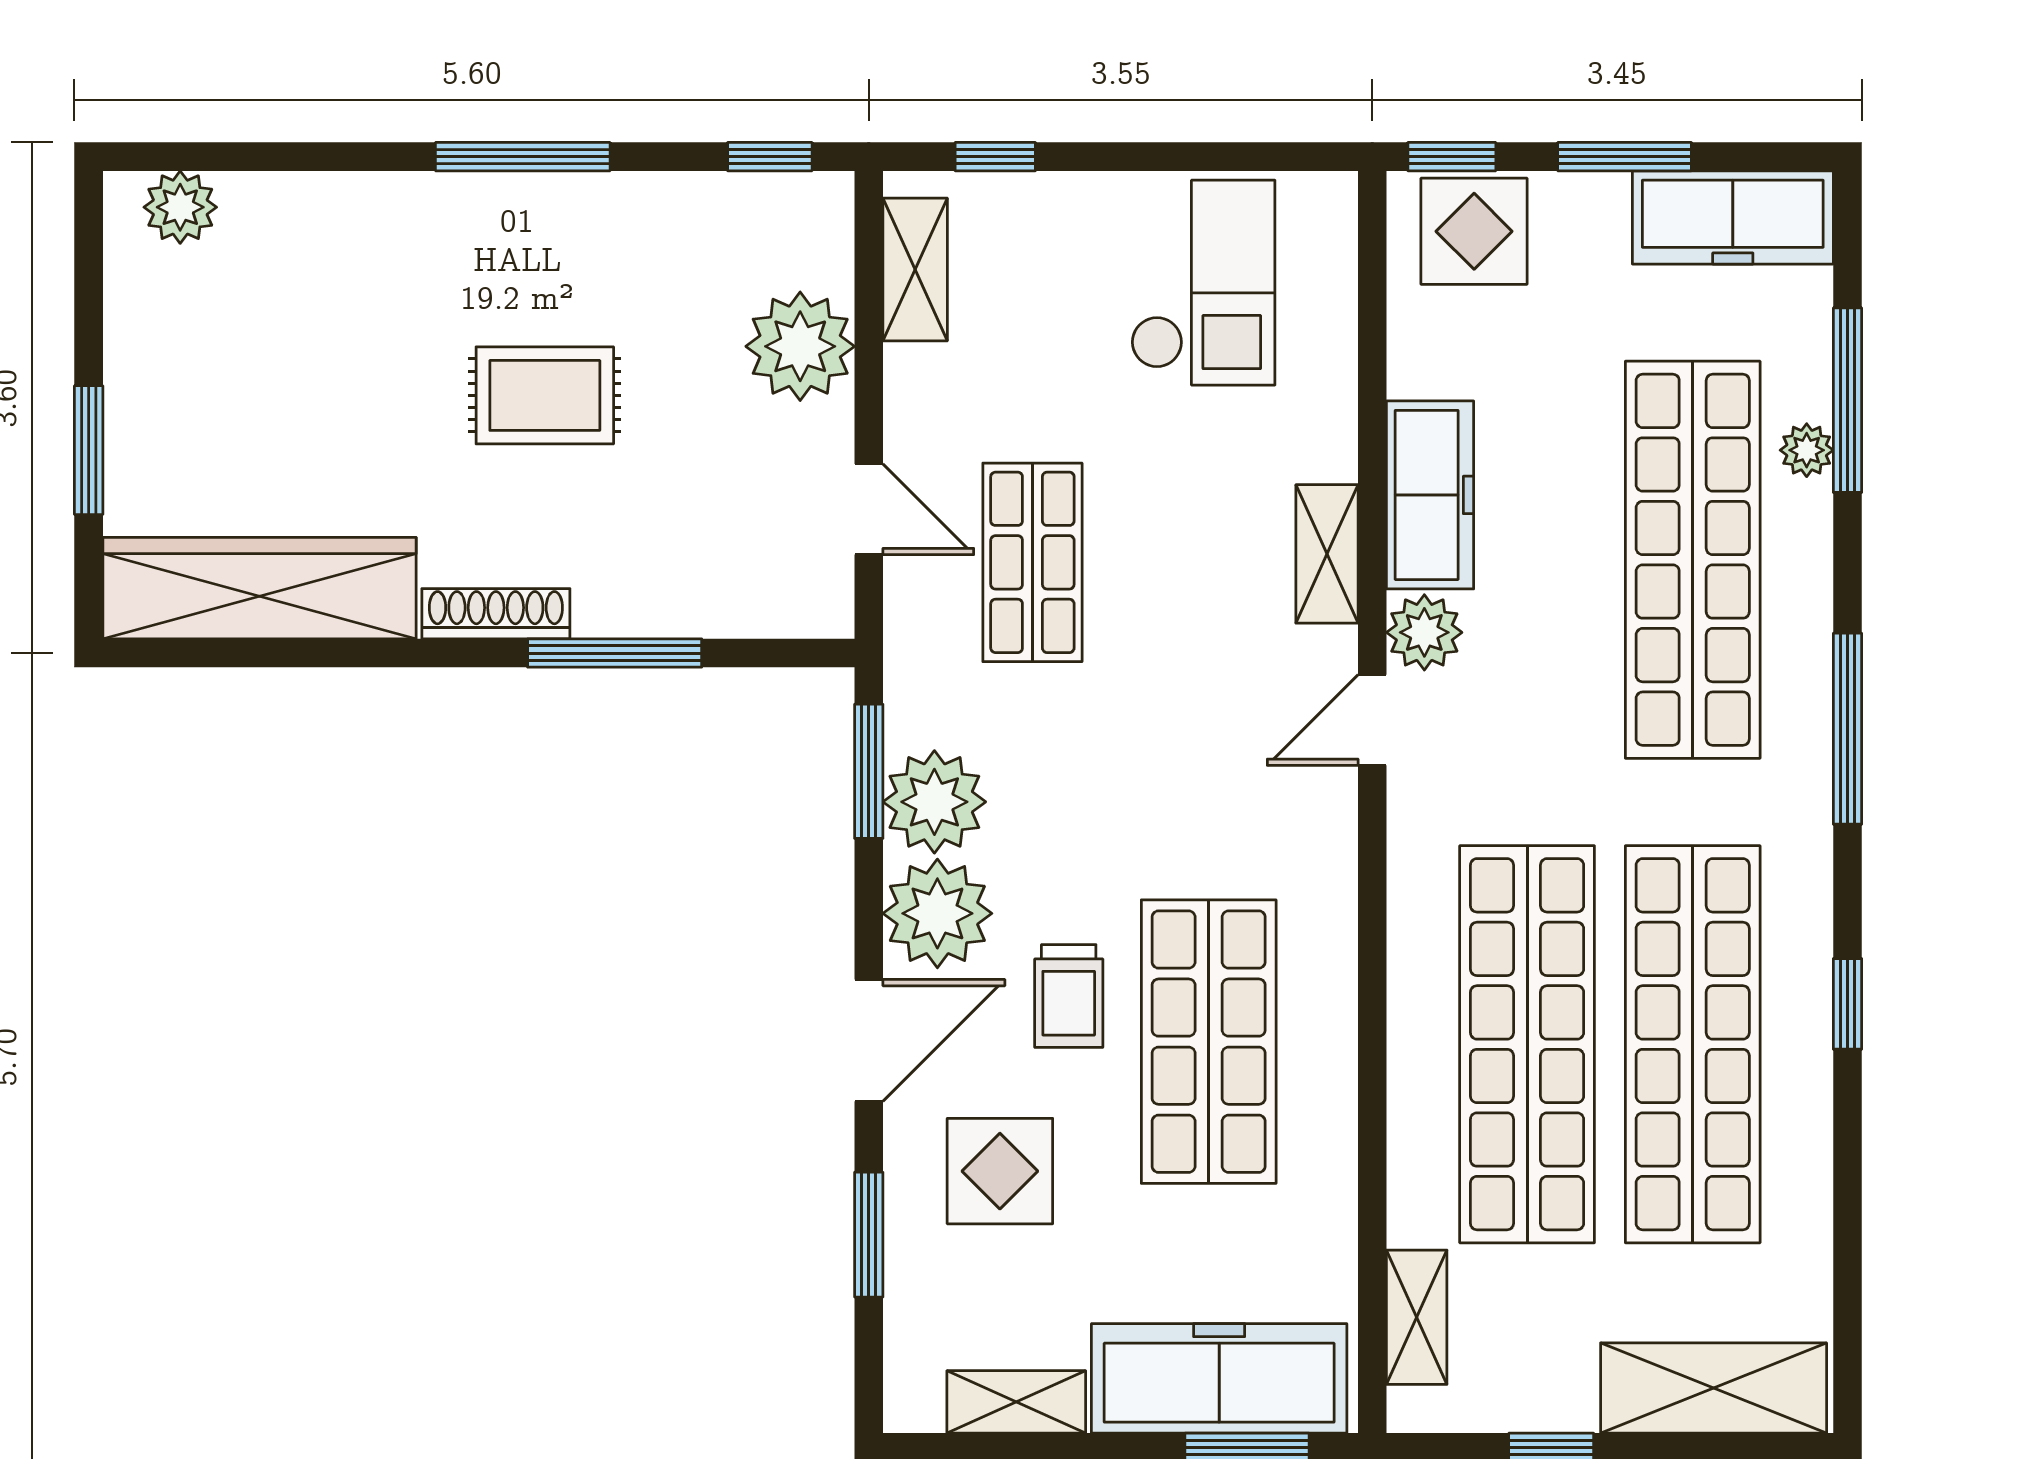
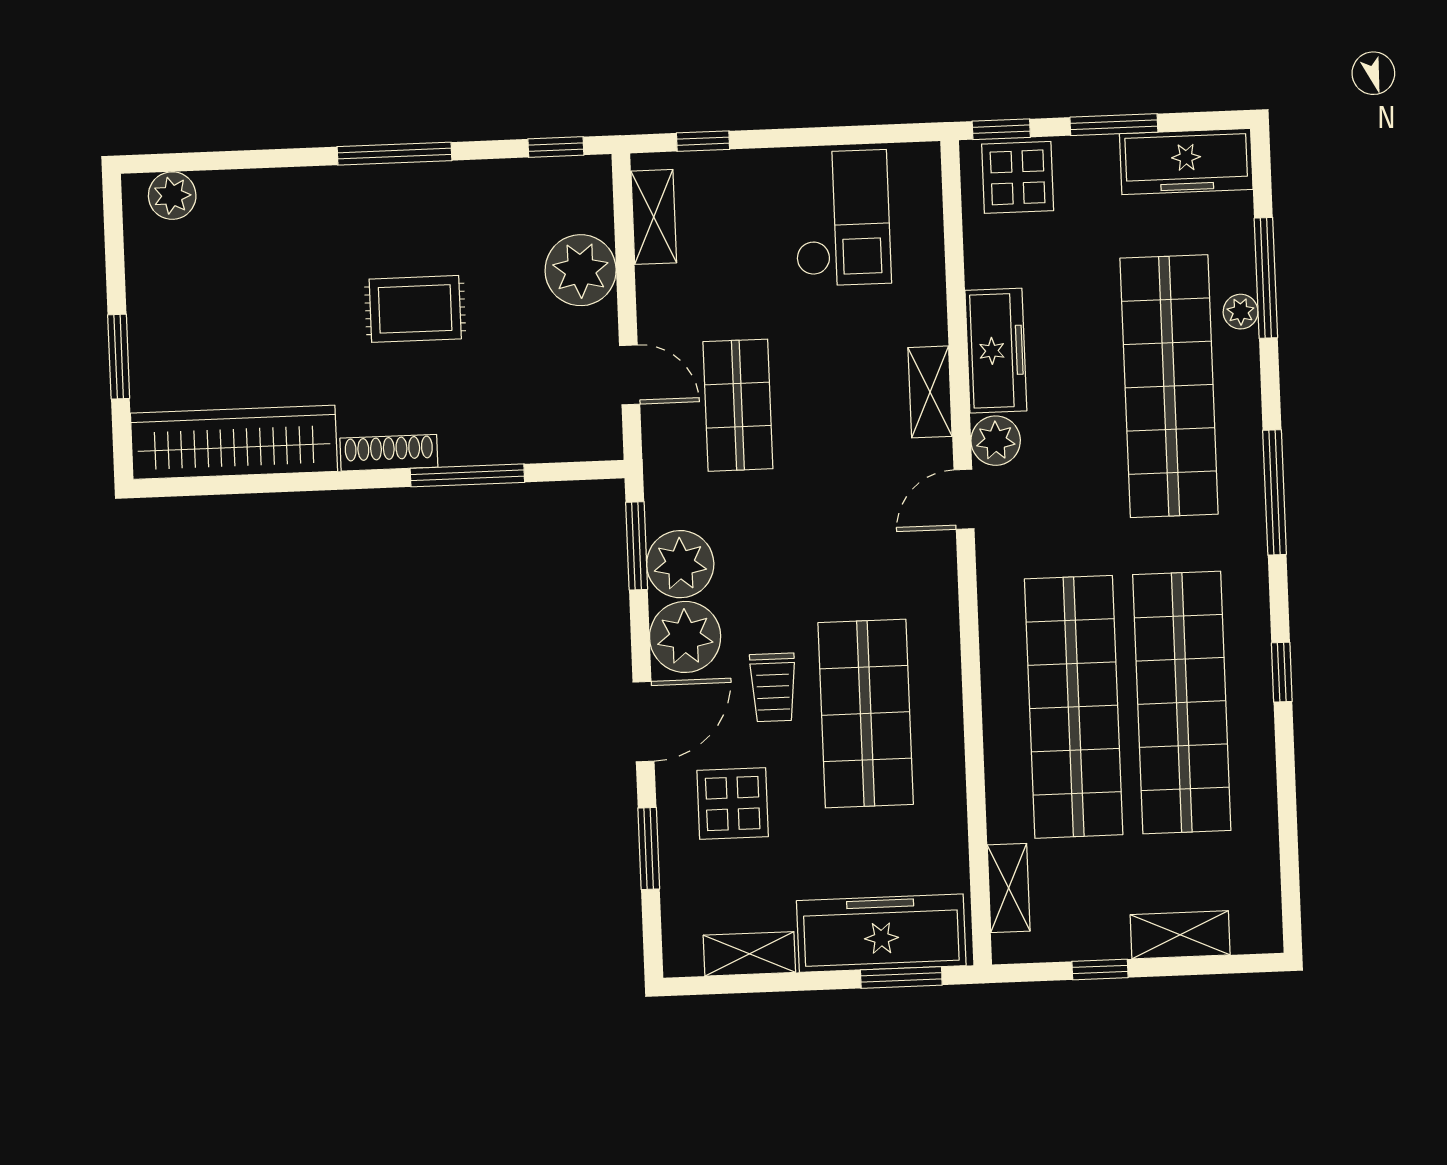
shelving: (1714, 1388) -> (1180, 935), width x0.67, depth x0.75

